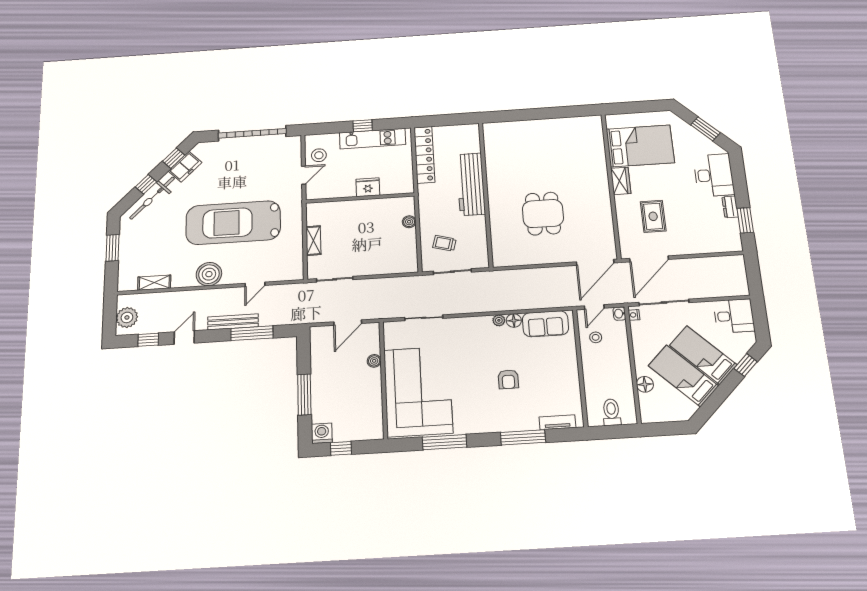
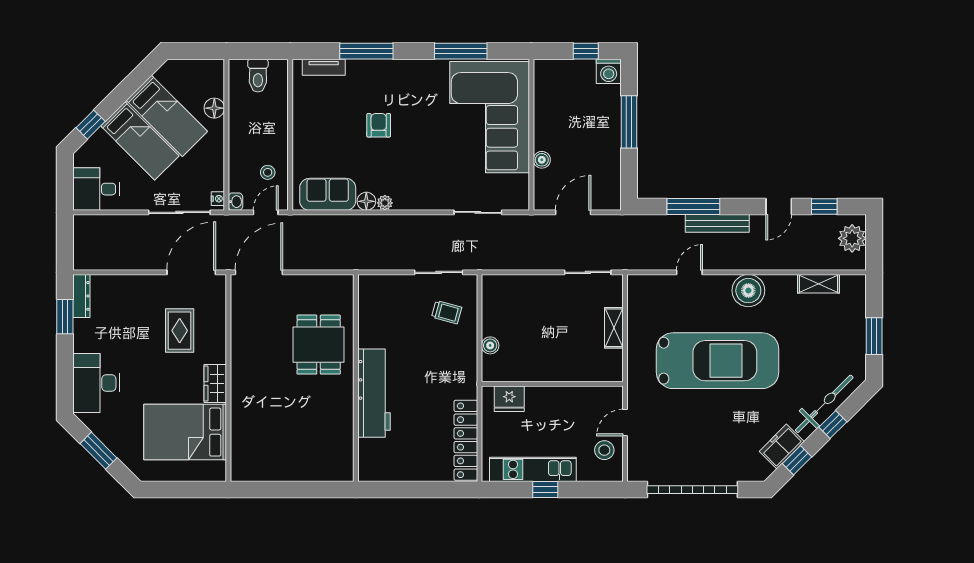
workbench: (471, 184) -> (374, 393), moved
fridge: (368, 187) -> (509, 399), moved
wall: (486, 194) -> (356, 378), moved
dresser: (730, 207) -> (81, 296), moved, width x1.44

